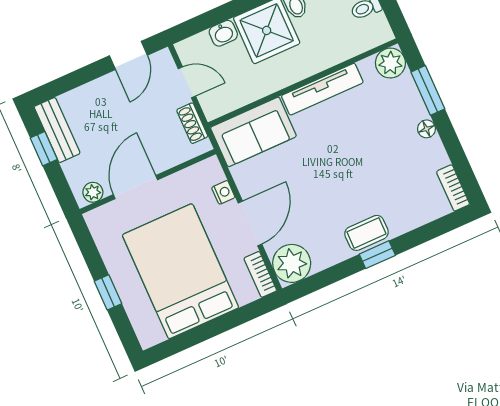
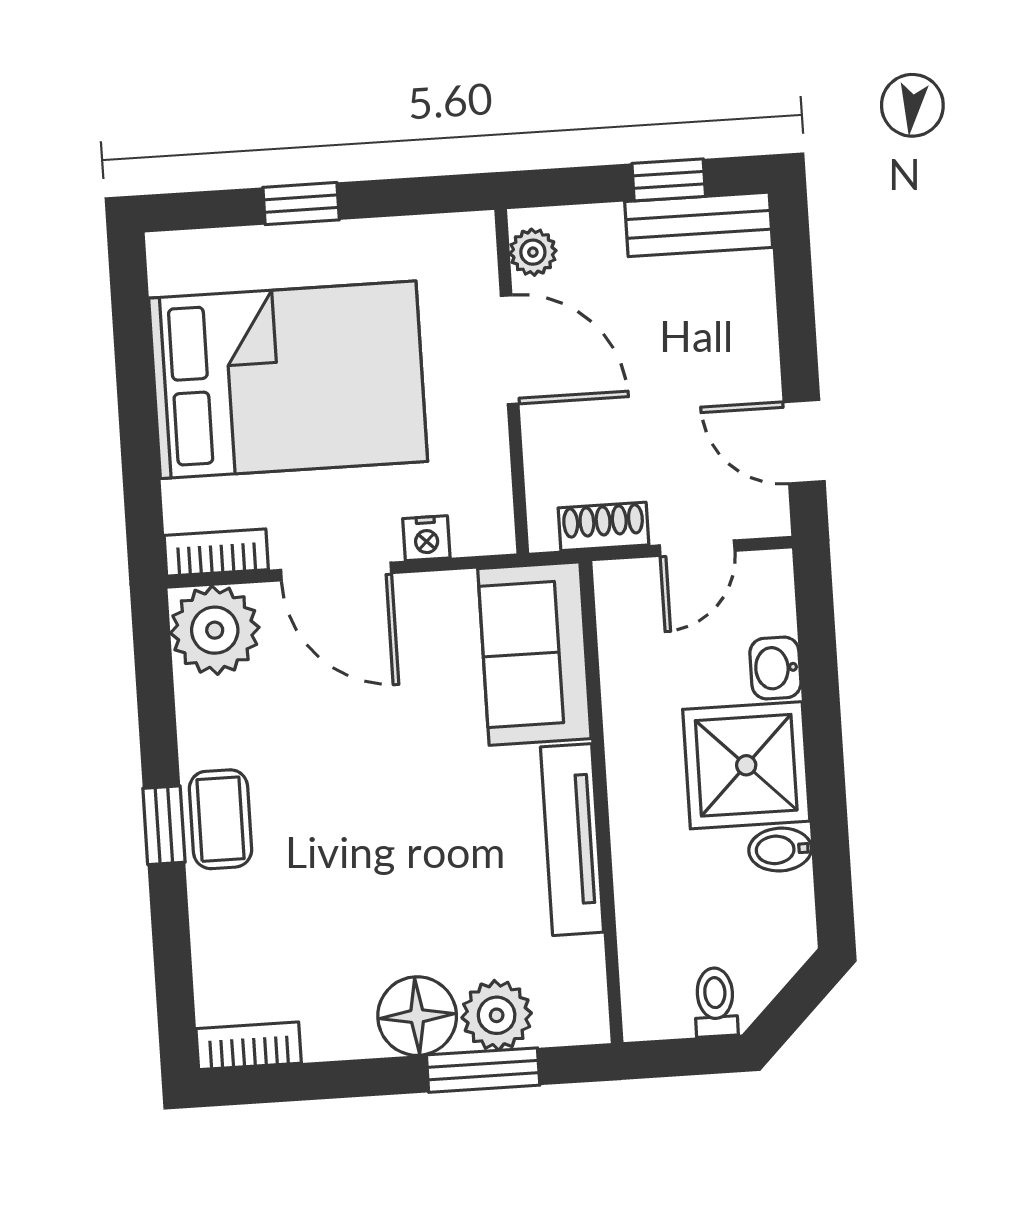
plant: (390, 63) -> (497, 1015), moved
floor lamp: (426, 129) -> (417, 1016), width x1.89, depth x1.89

